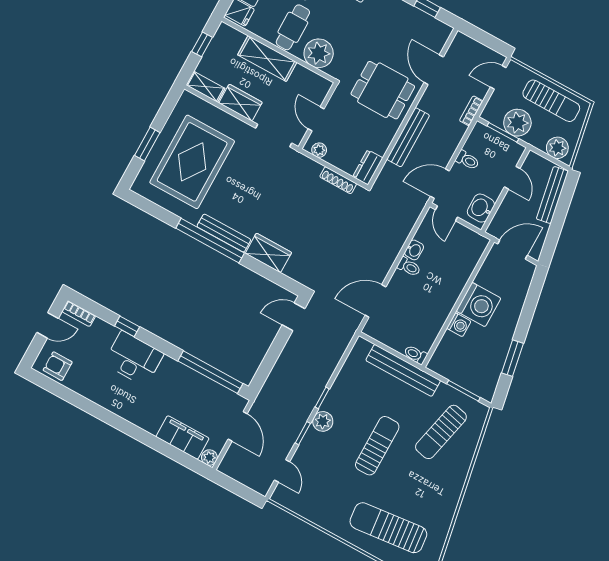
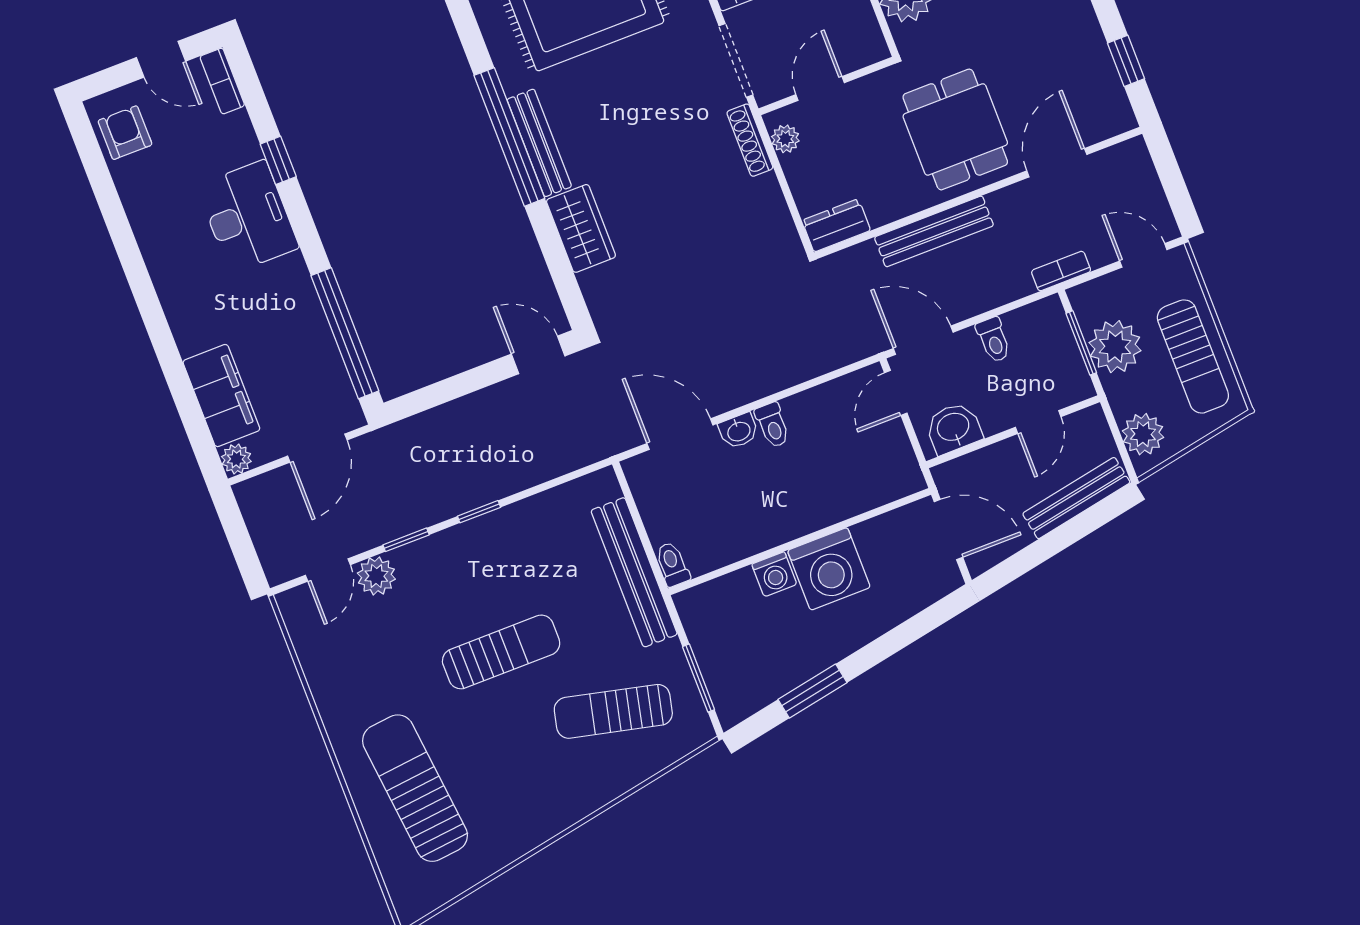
shoe rack: (338, 180) -> (750, 140), moved
washbasin: (414, 250) -> (739, 431), moved
plant: (323, 421) -> (376, 576), moved

